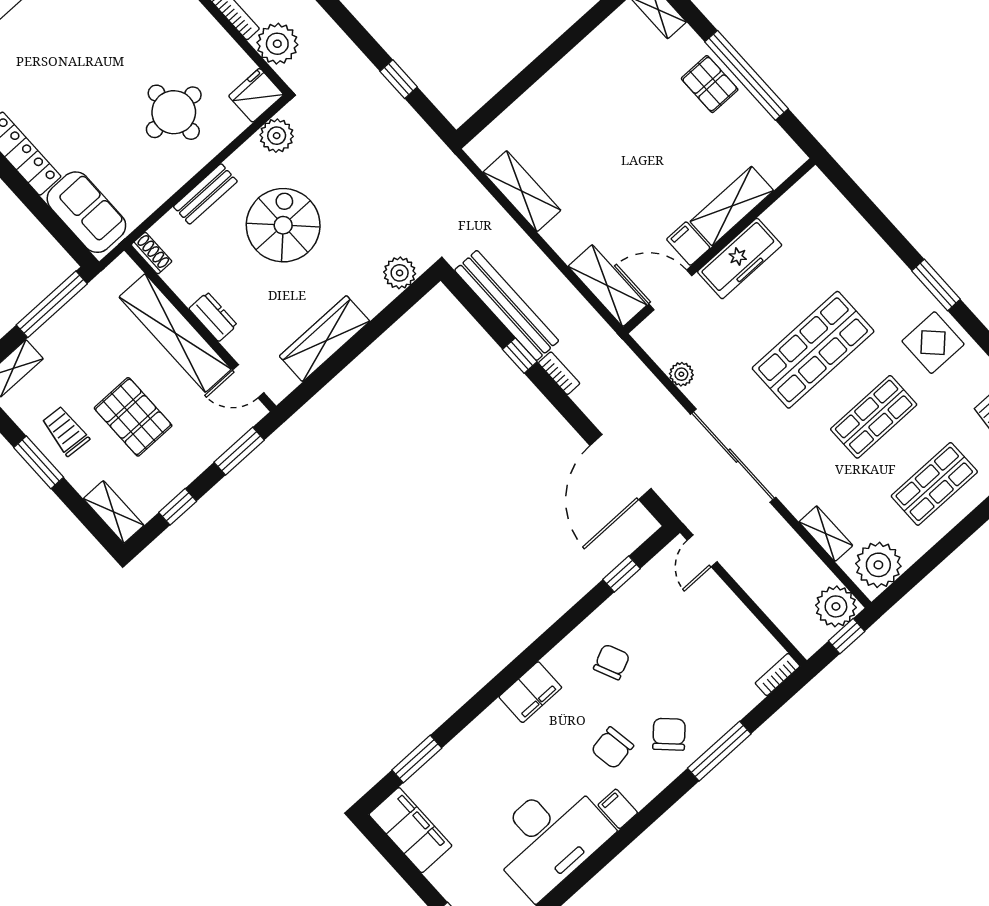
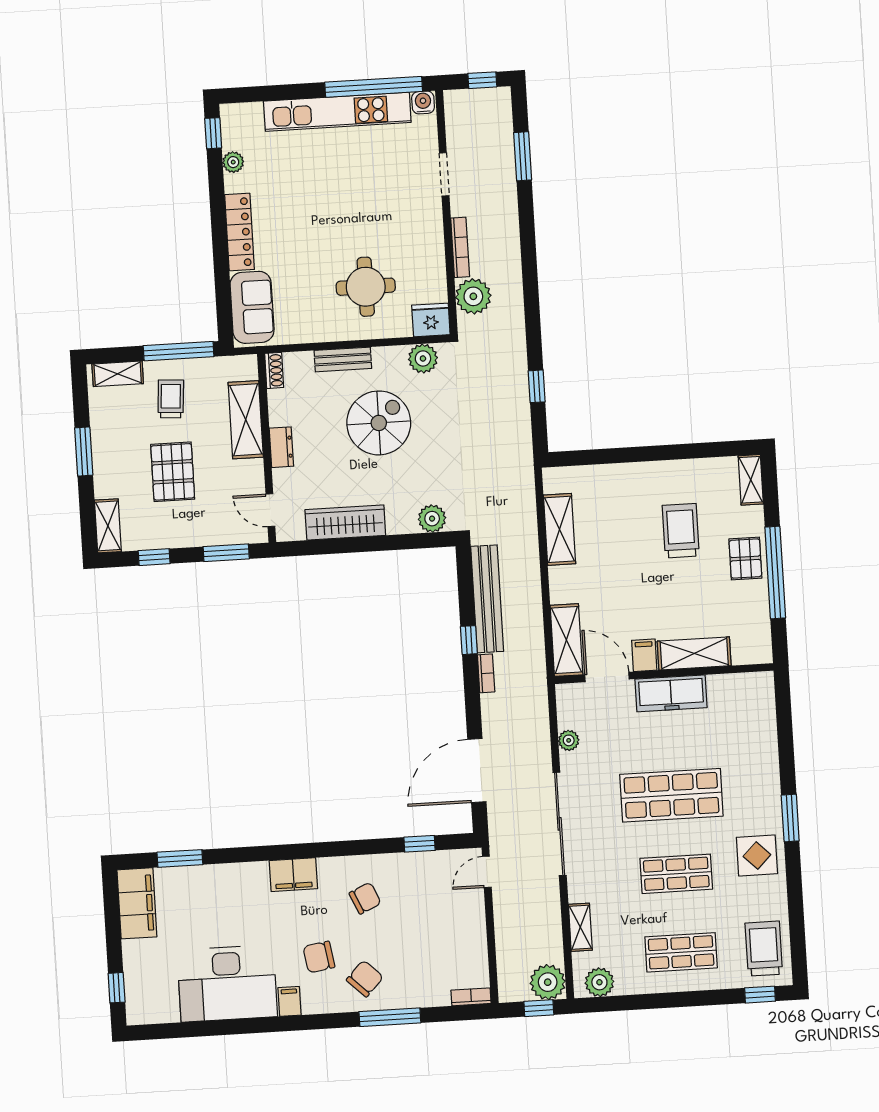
trolley: (632, 105) -> (681, 531), added
shelving: (175, 333) -> (246, 420), width x0.68
trolley: (66, 431) -> (171, 399), moved
plant: (878, 565) -> (599, 982), width x0.73, depth x0.73

